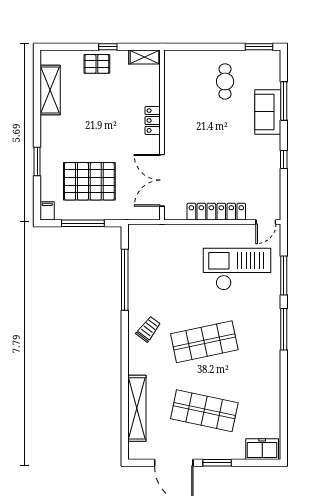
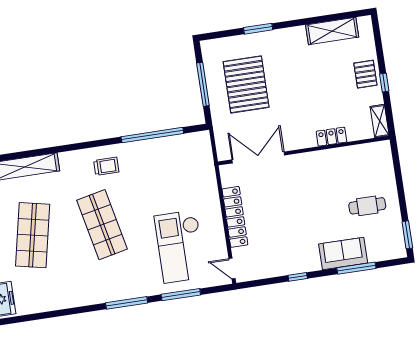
locker: (153, 120) -> (331, 137), moved
filing cabinet: (47, 211) -> (210, 46), removed
checkout: (237, 269) -> (180, 247), turned 180
trolley: (148, 329) -> (106, 166), turned -37

